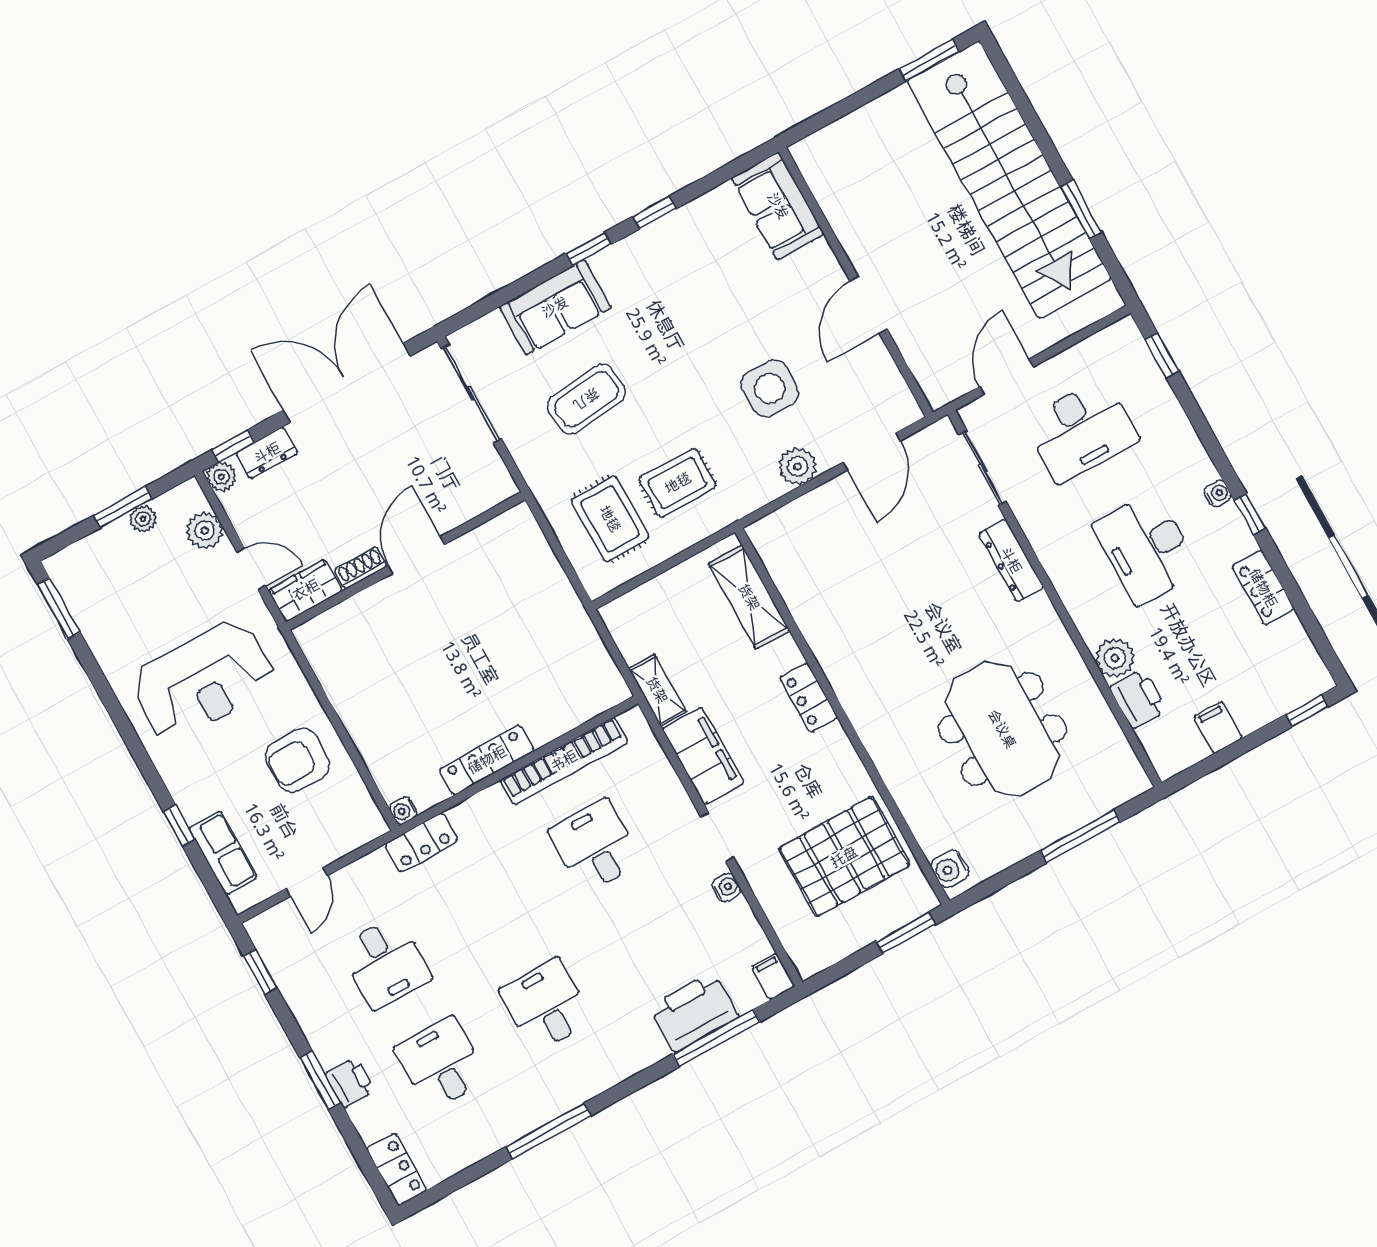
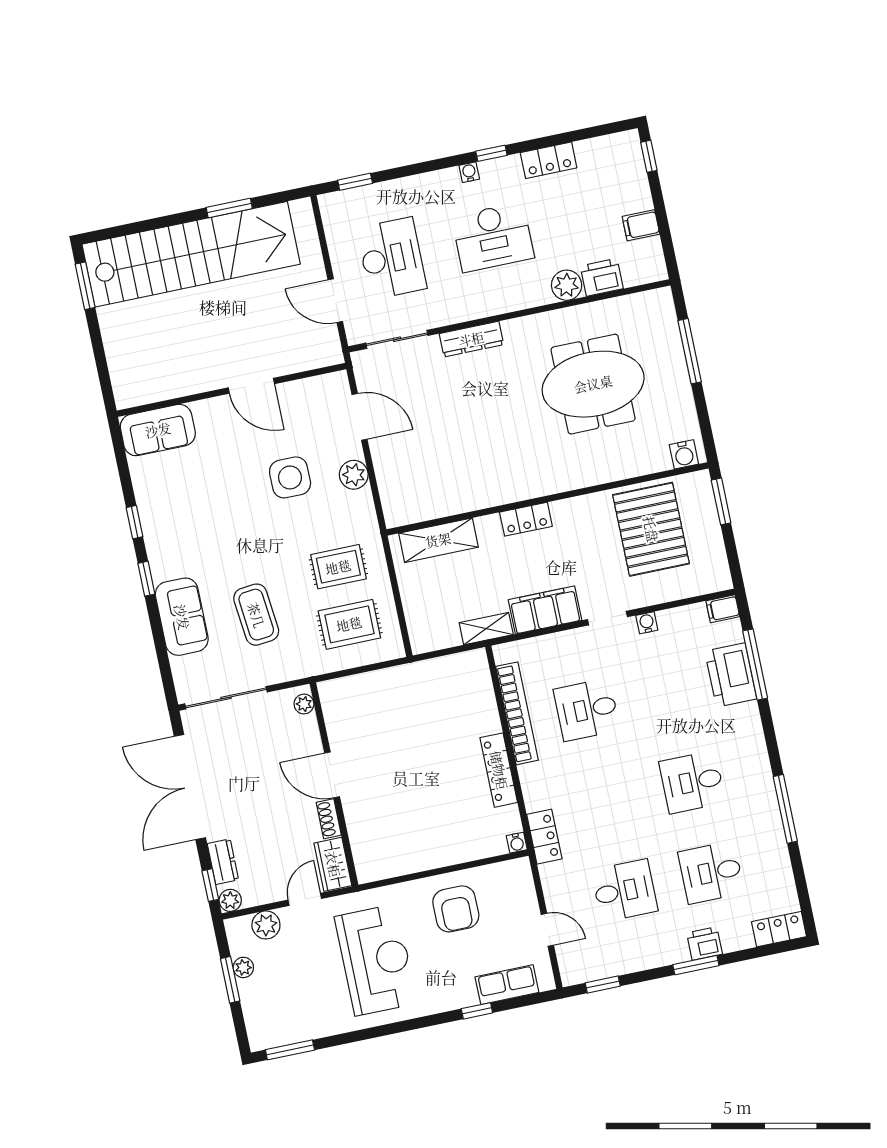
rug: (678, 483) -> (338, 567), turned 90
plant: (494, 493) -> (304, 704), added

